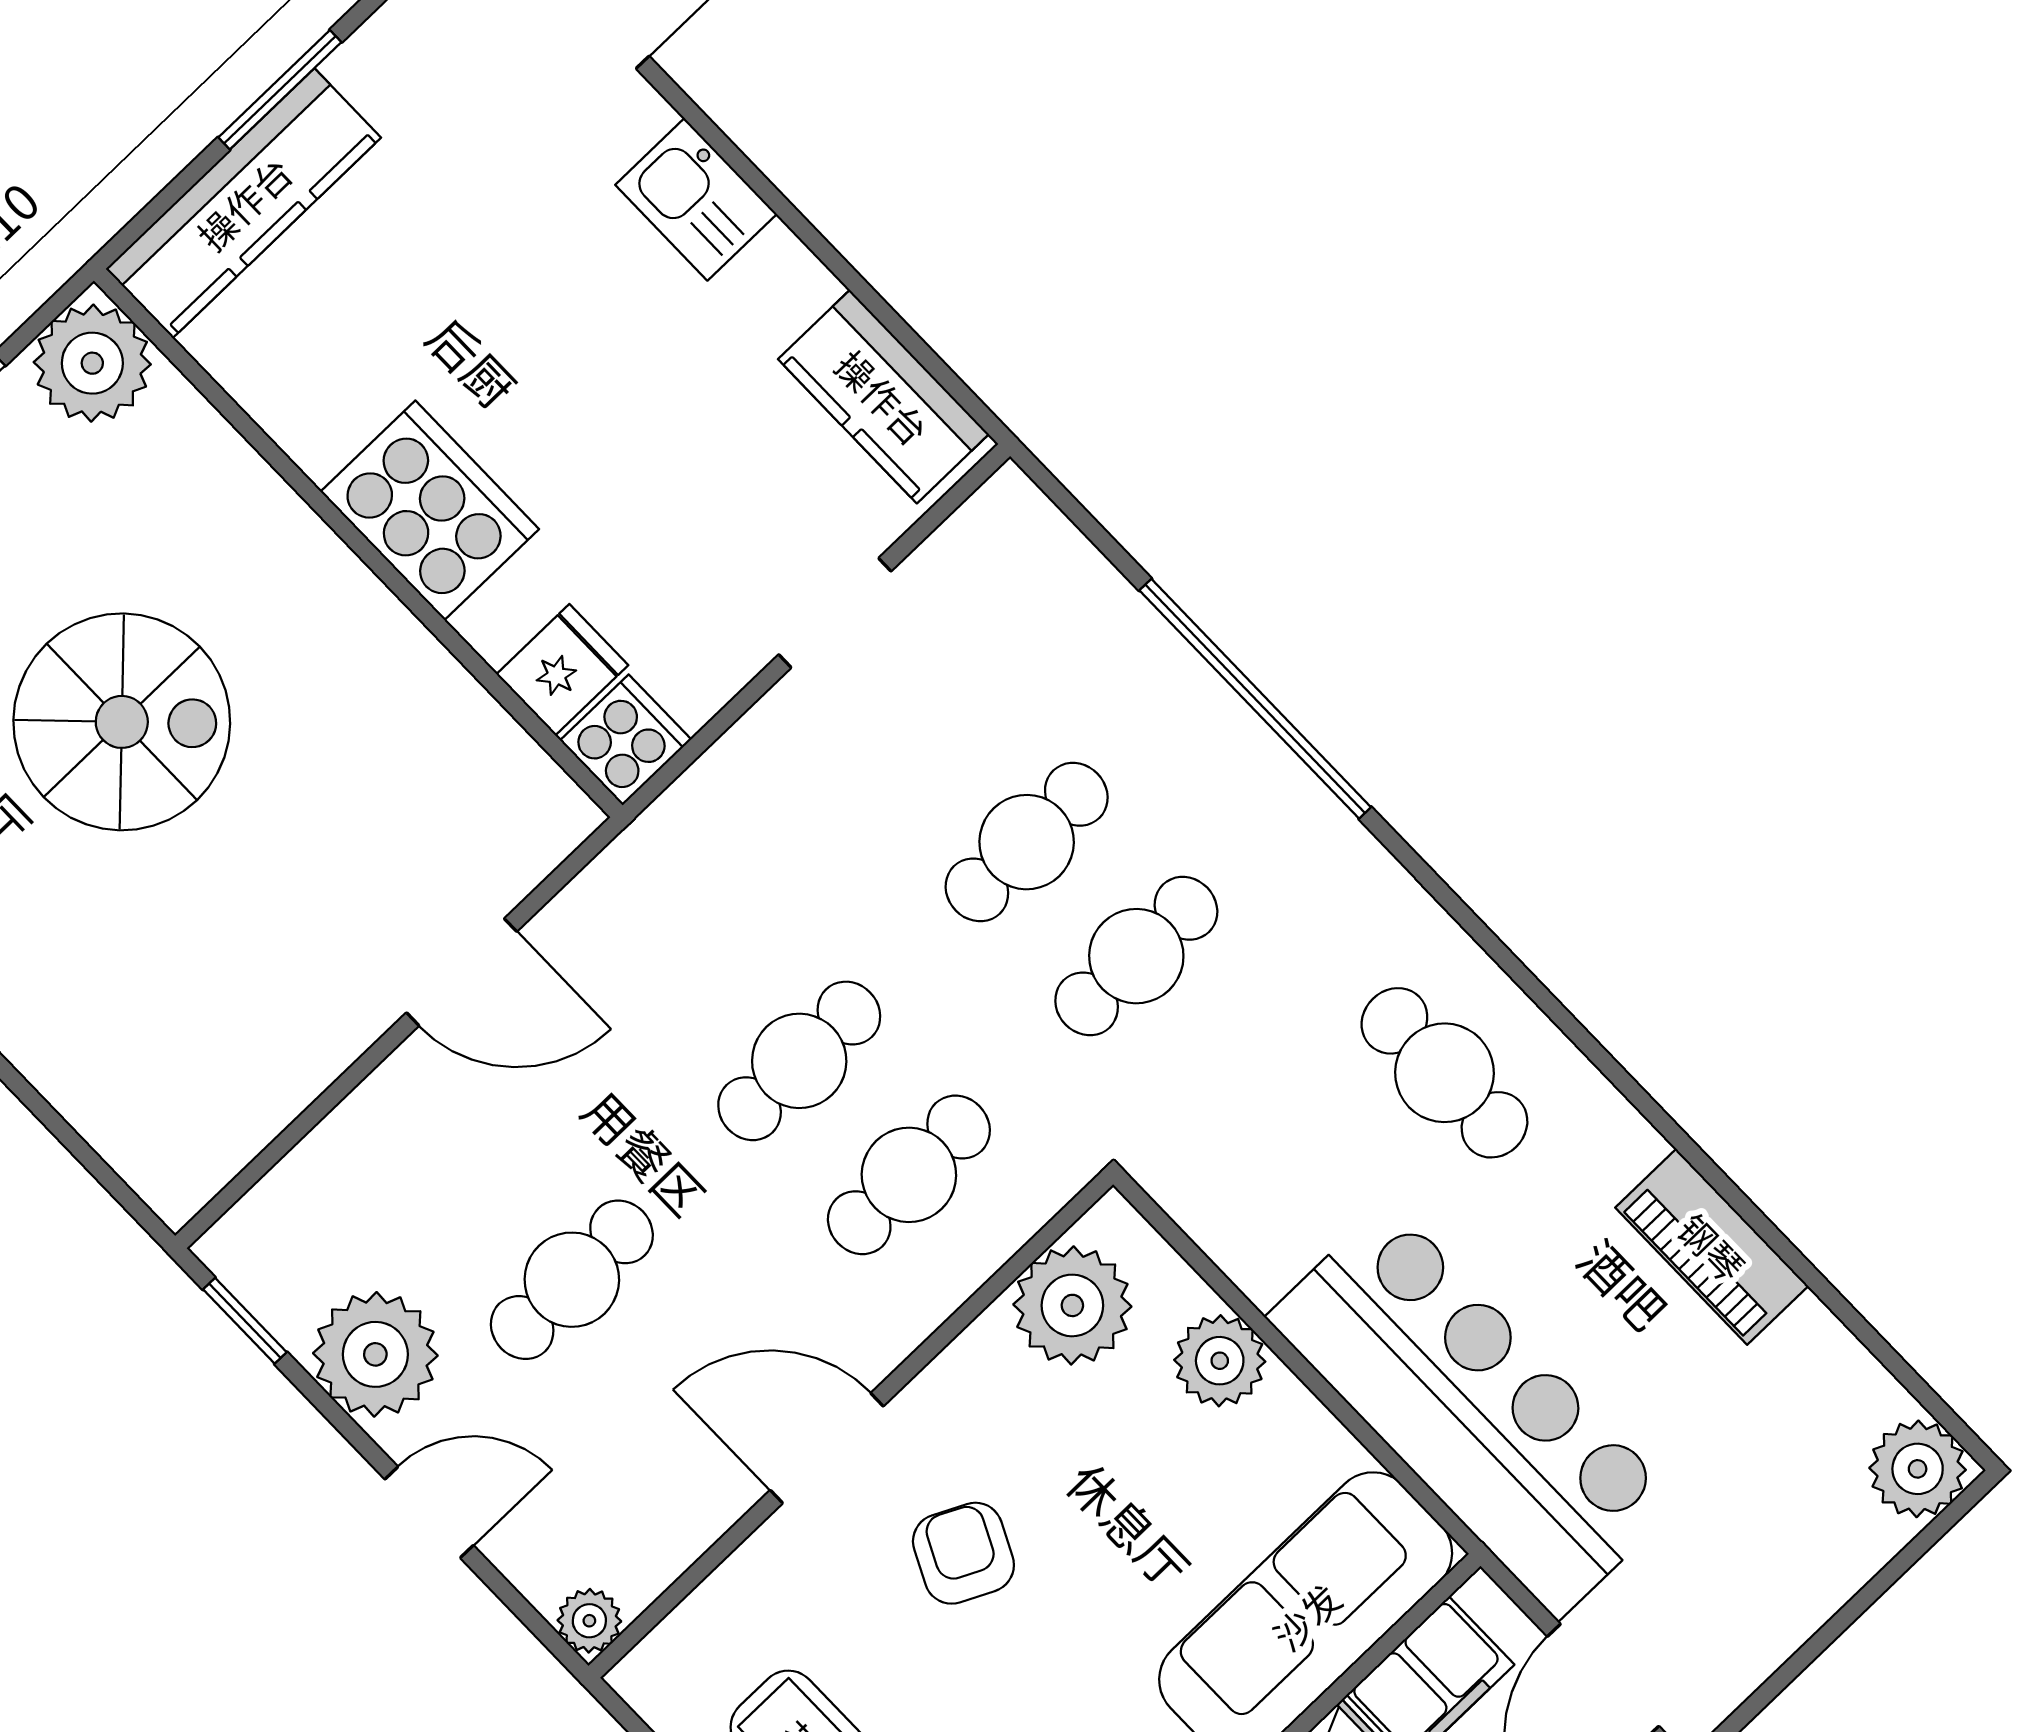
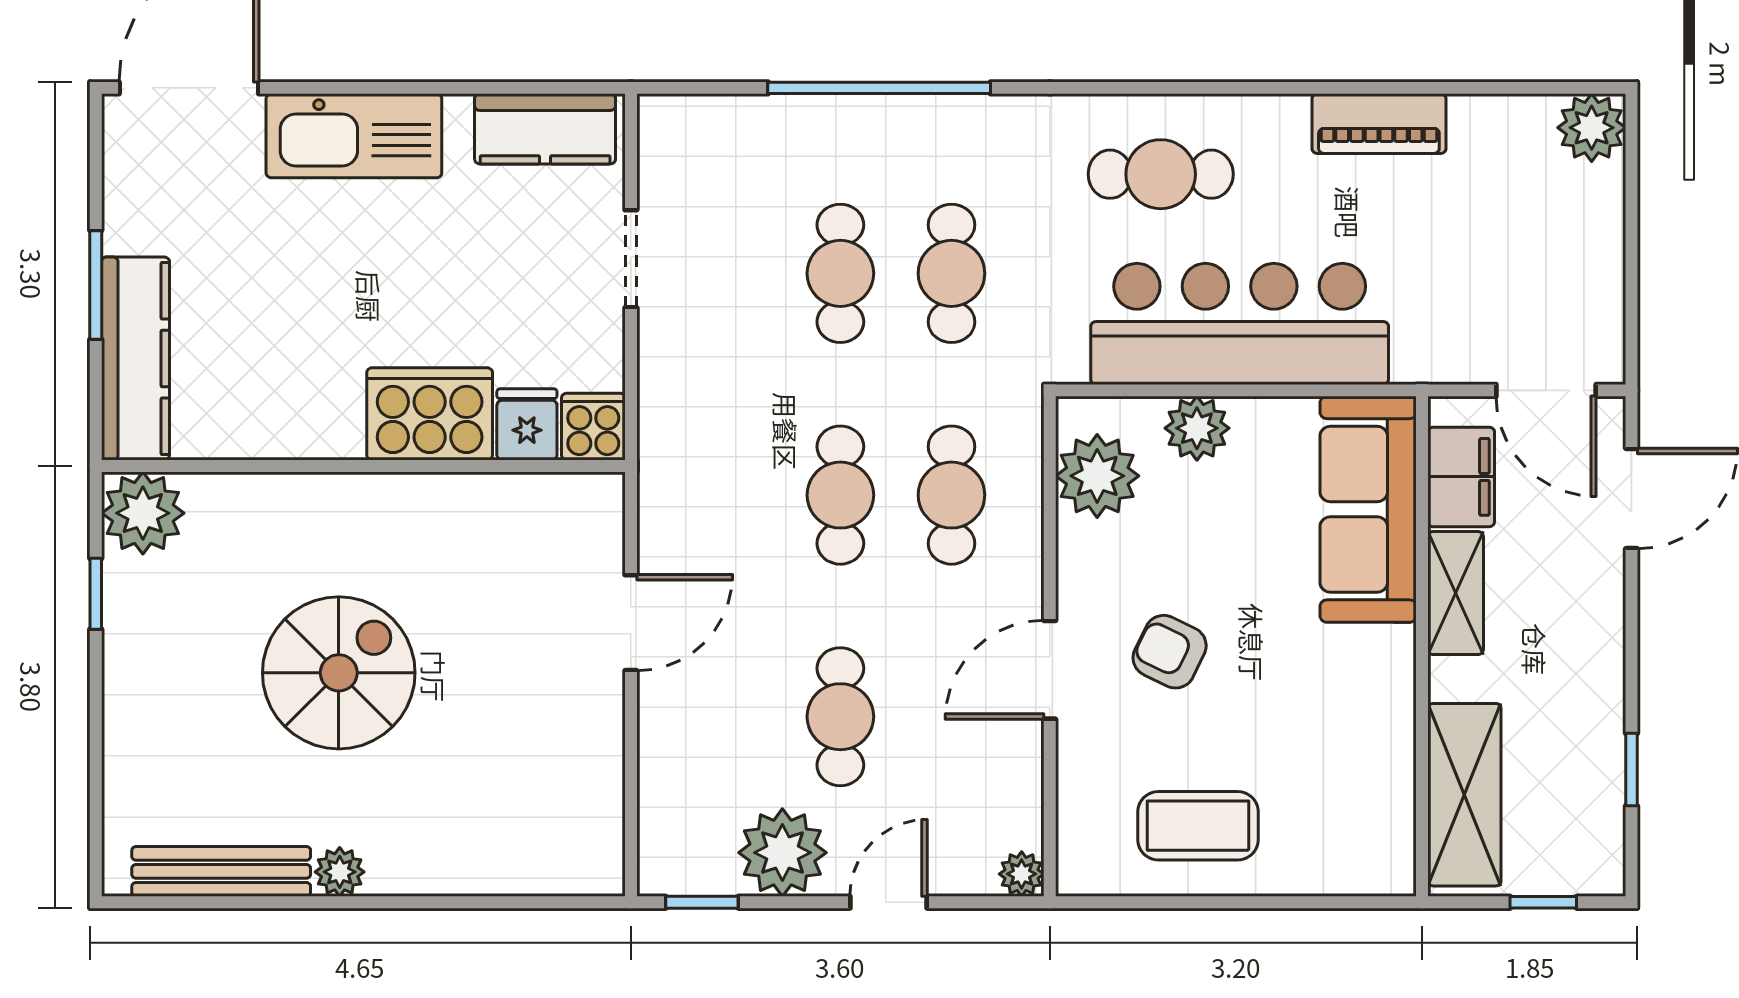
kitchen sink: (696, 199) -> (354, 136), width x1.87, depth x1.24
cooker: (430, 510) -> (430, 414), moved
bar counter: (1473, 1410) -> (1240, 324), moved

